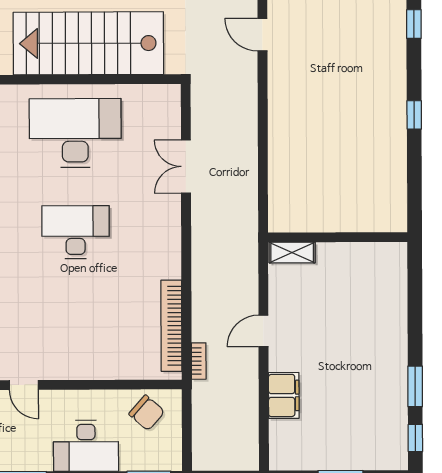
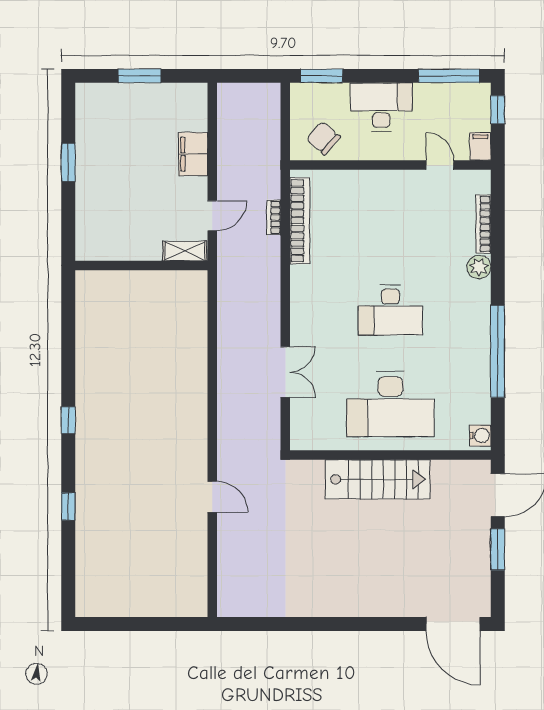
stairs: (88, 43) -> (377, 479), width x0.73, depth x0.66
wall: (338, 237) -> (141, 265), moved
shelving: (292, 253) -> (185, 251), moved
bookcase: (199, 361) -> (274, 217), moved
window: (415, 438) -> (68, 113), removed

